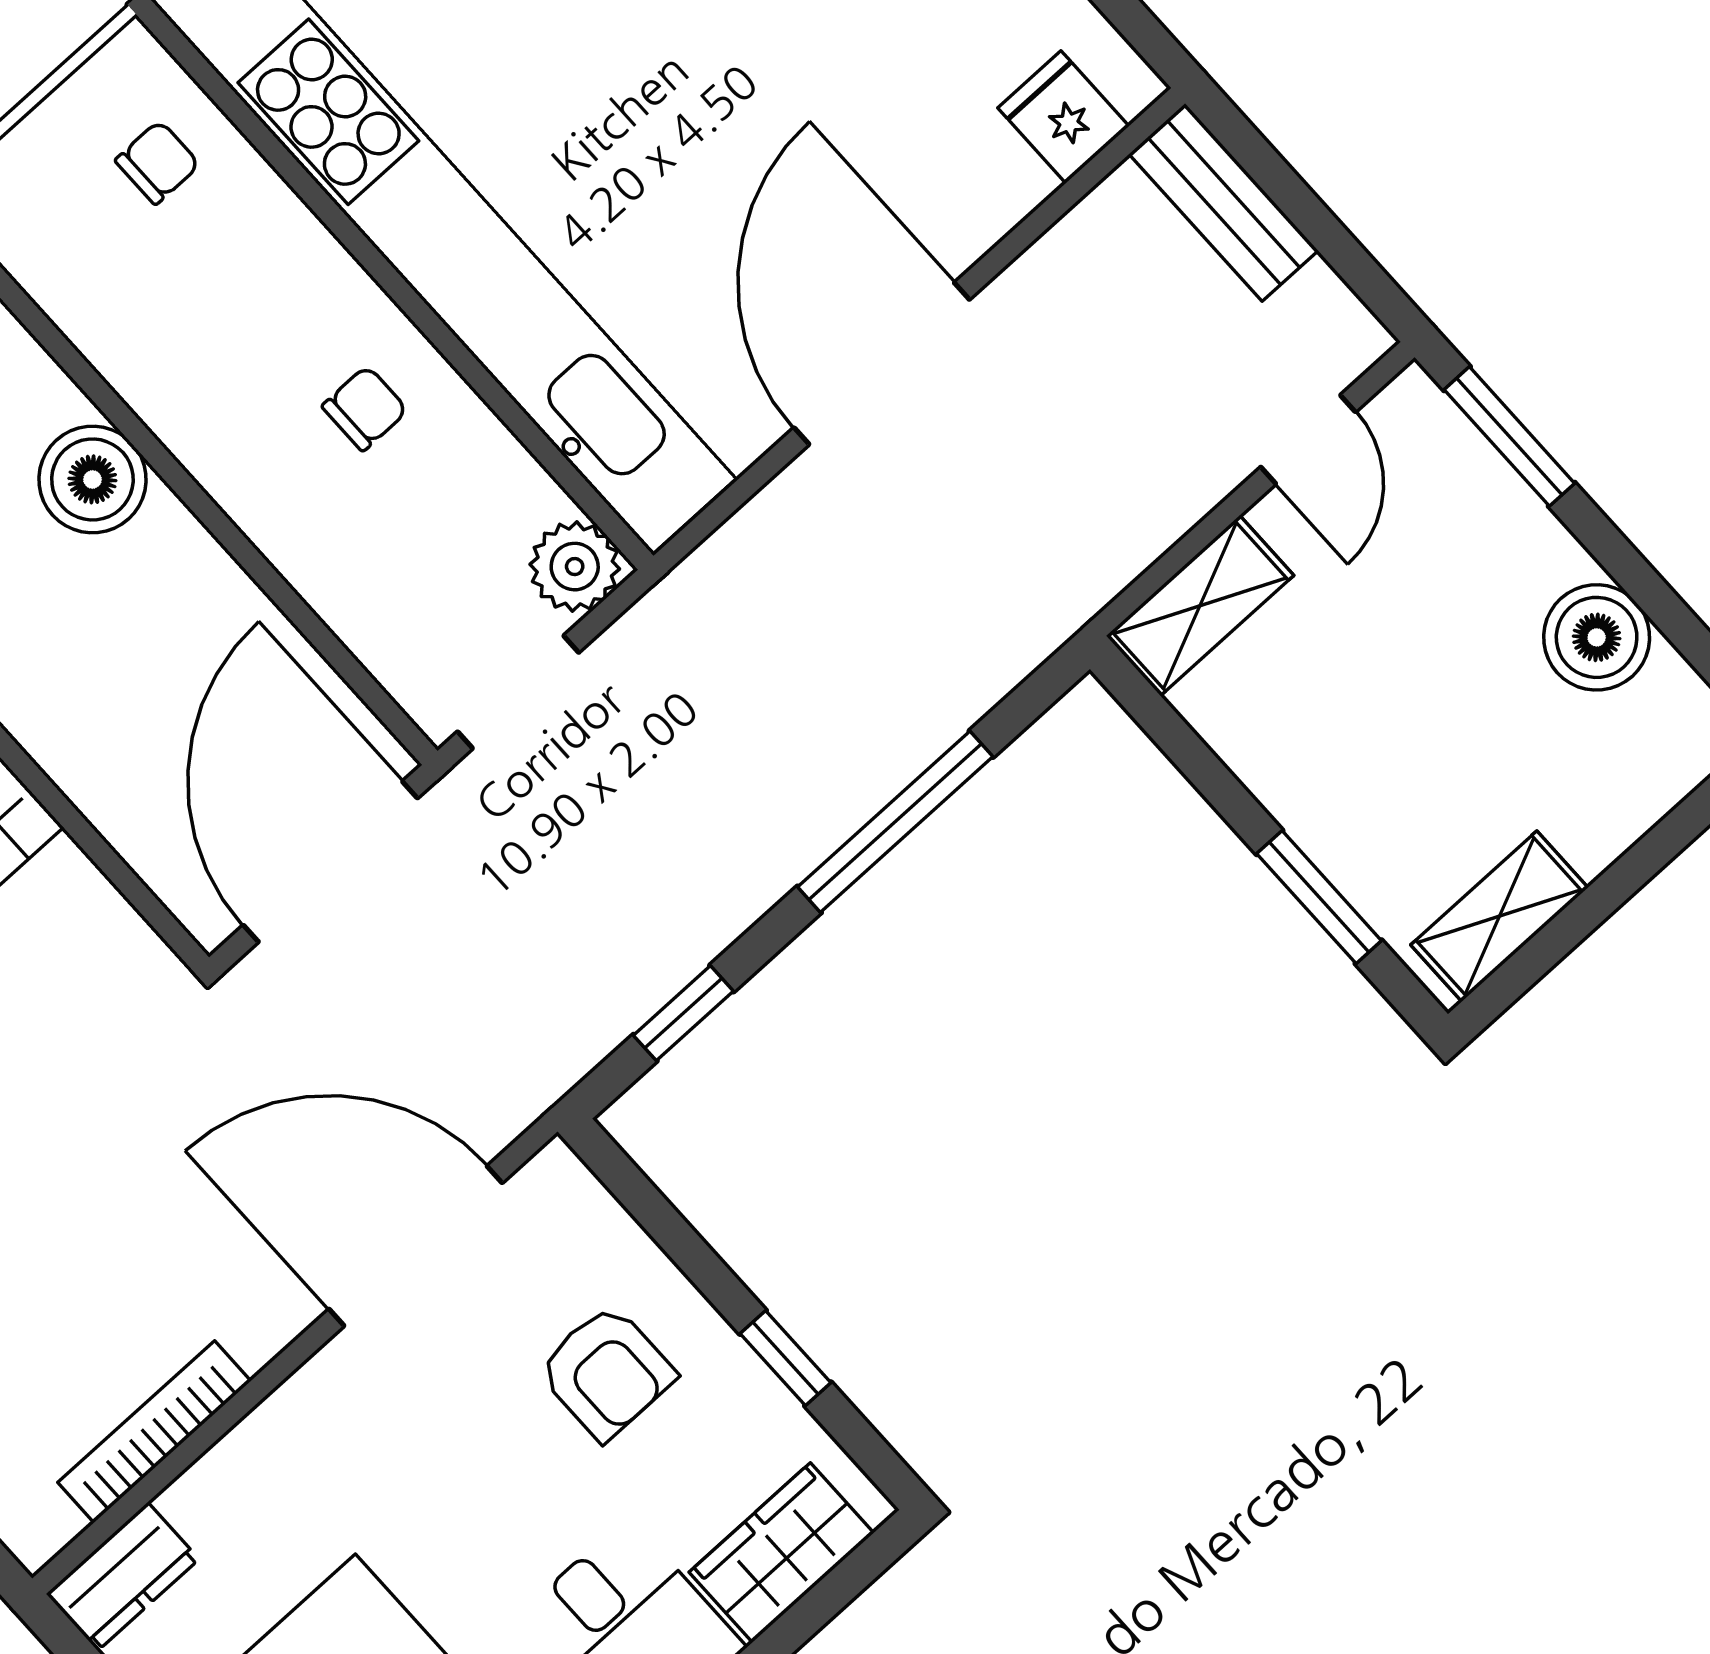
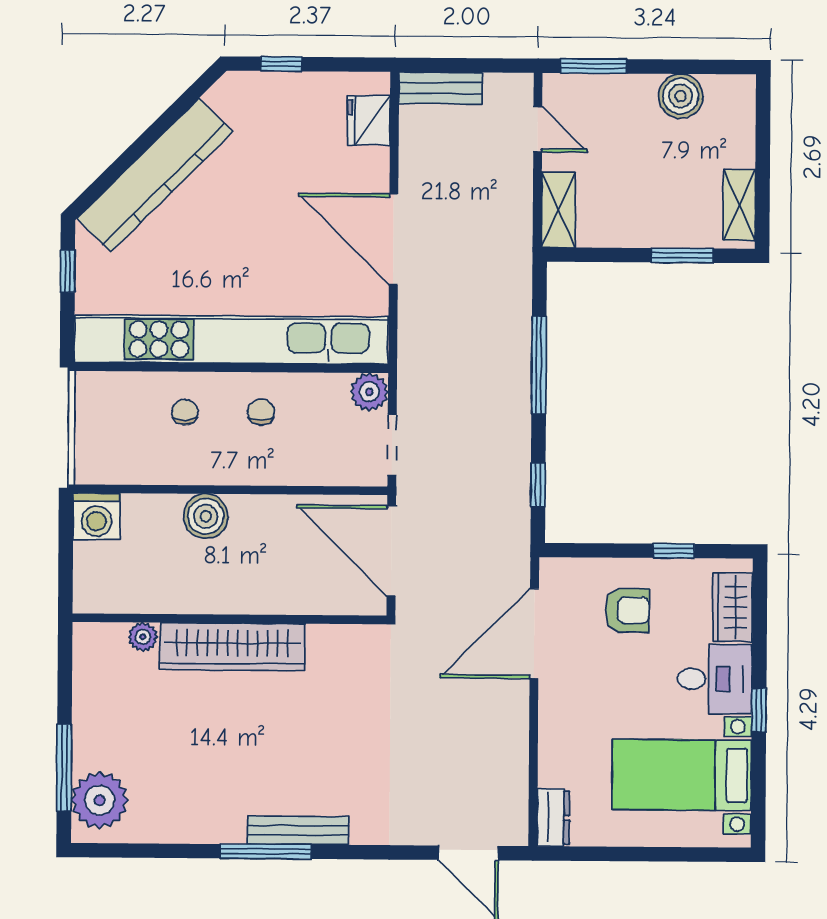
fridge: (1063, 117) -> (369, 120), width x1.38
chair: (157, 162) -> (185, 412), moved
bookcase: (154, 1432) -> (518, 767), removed

